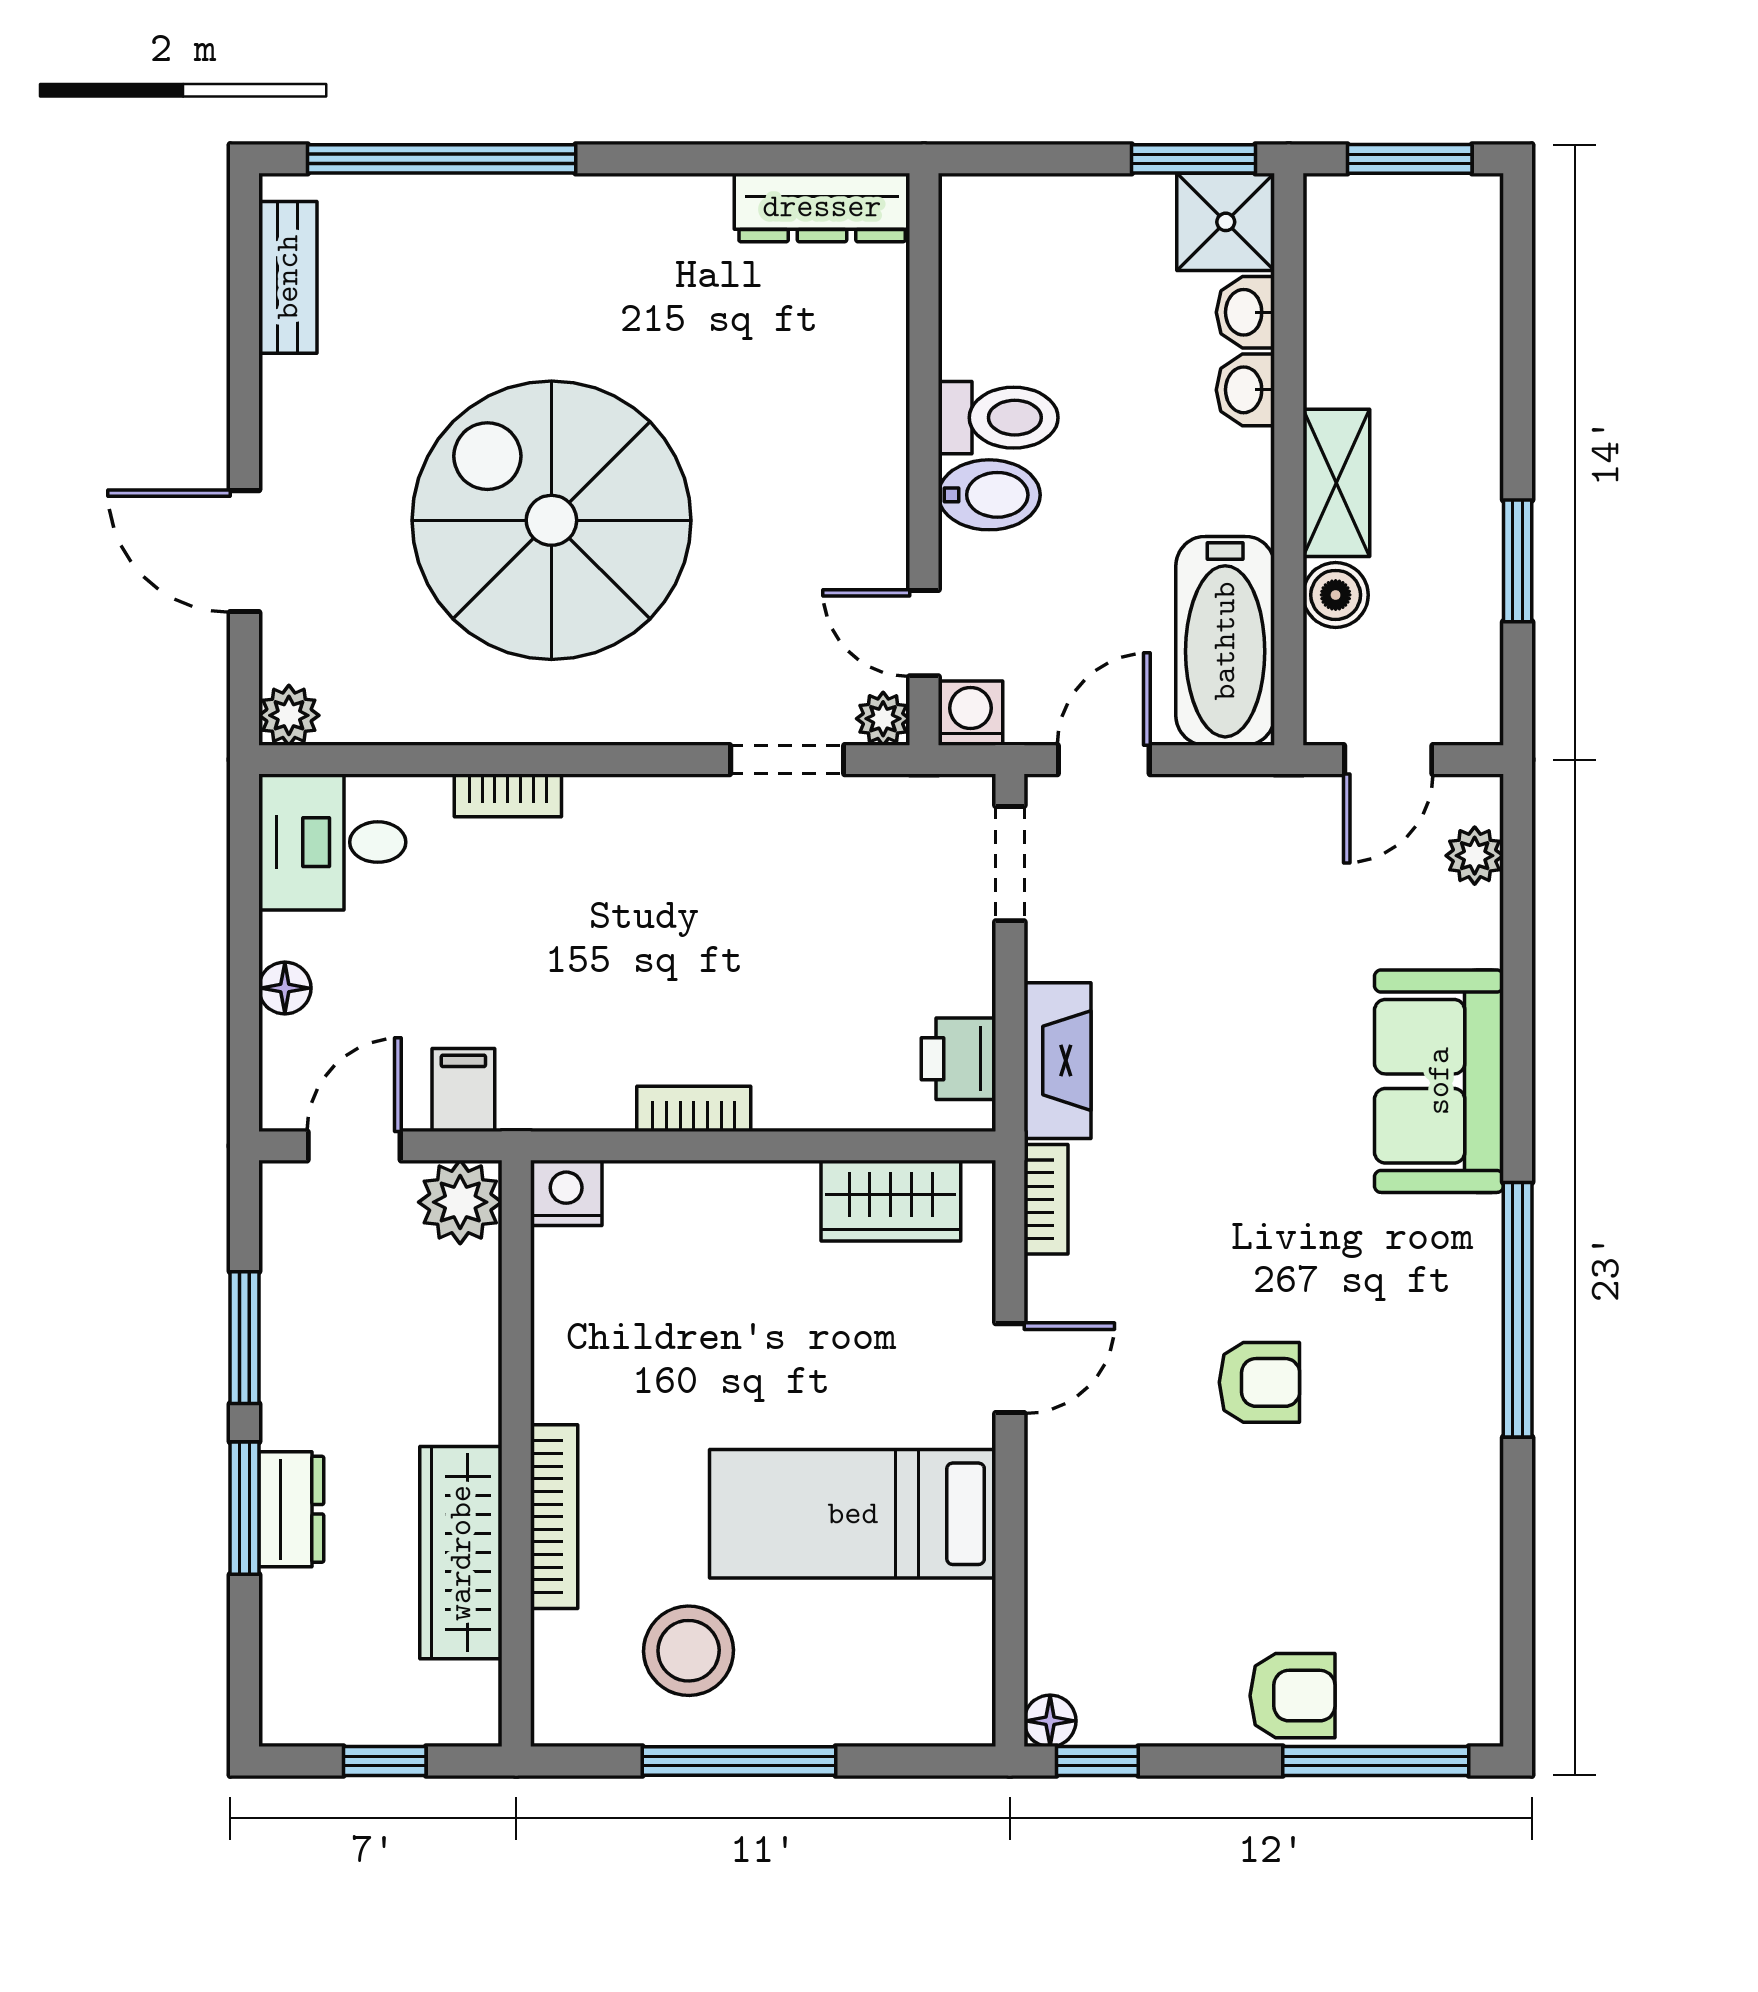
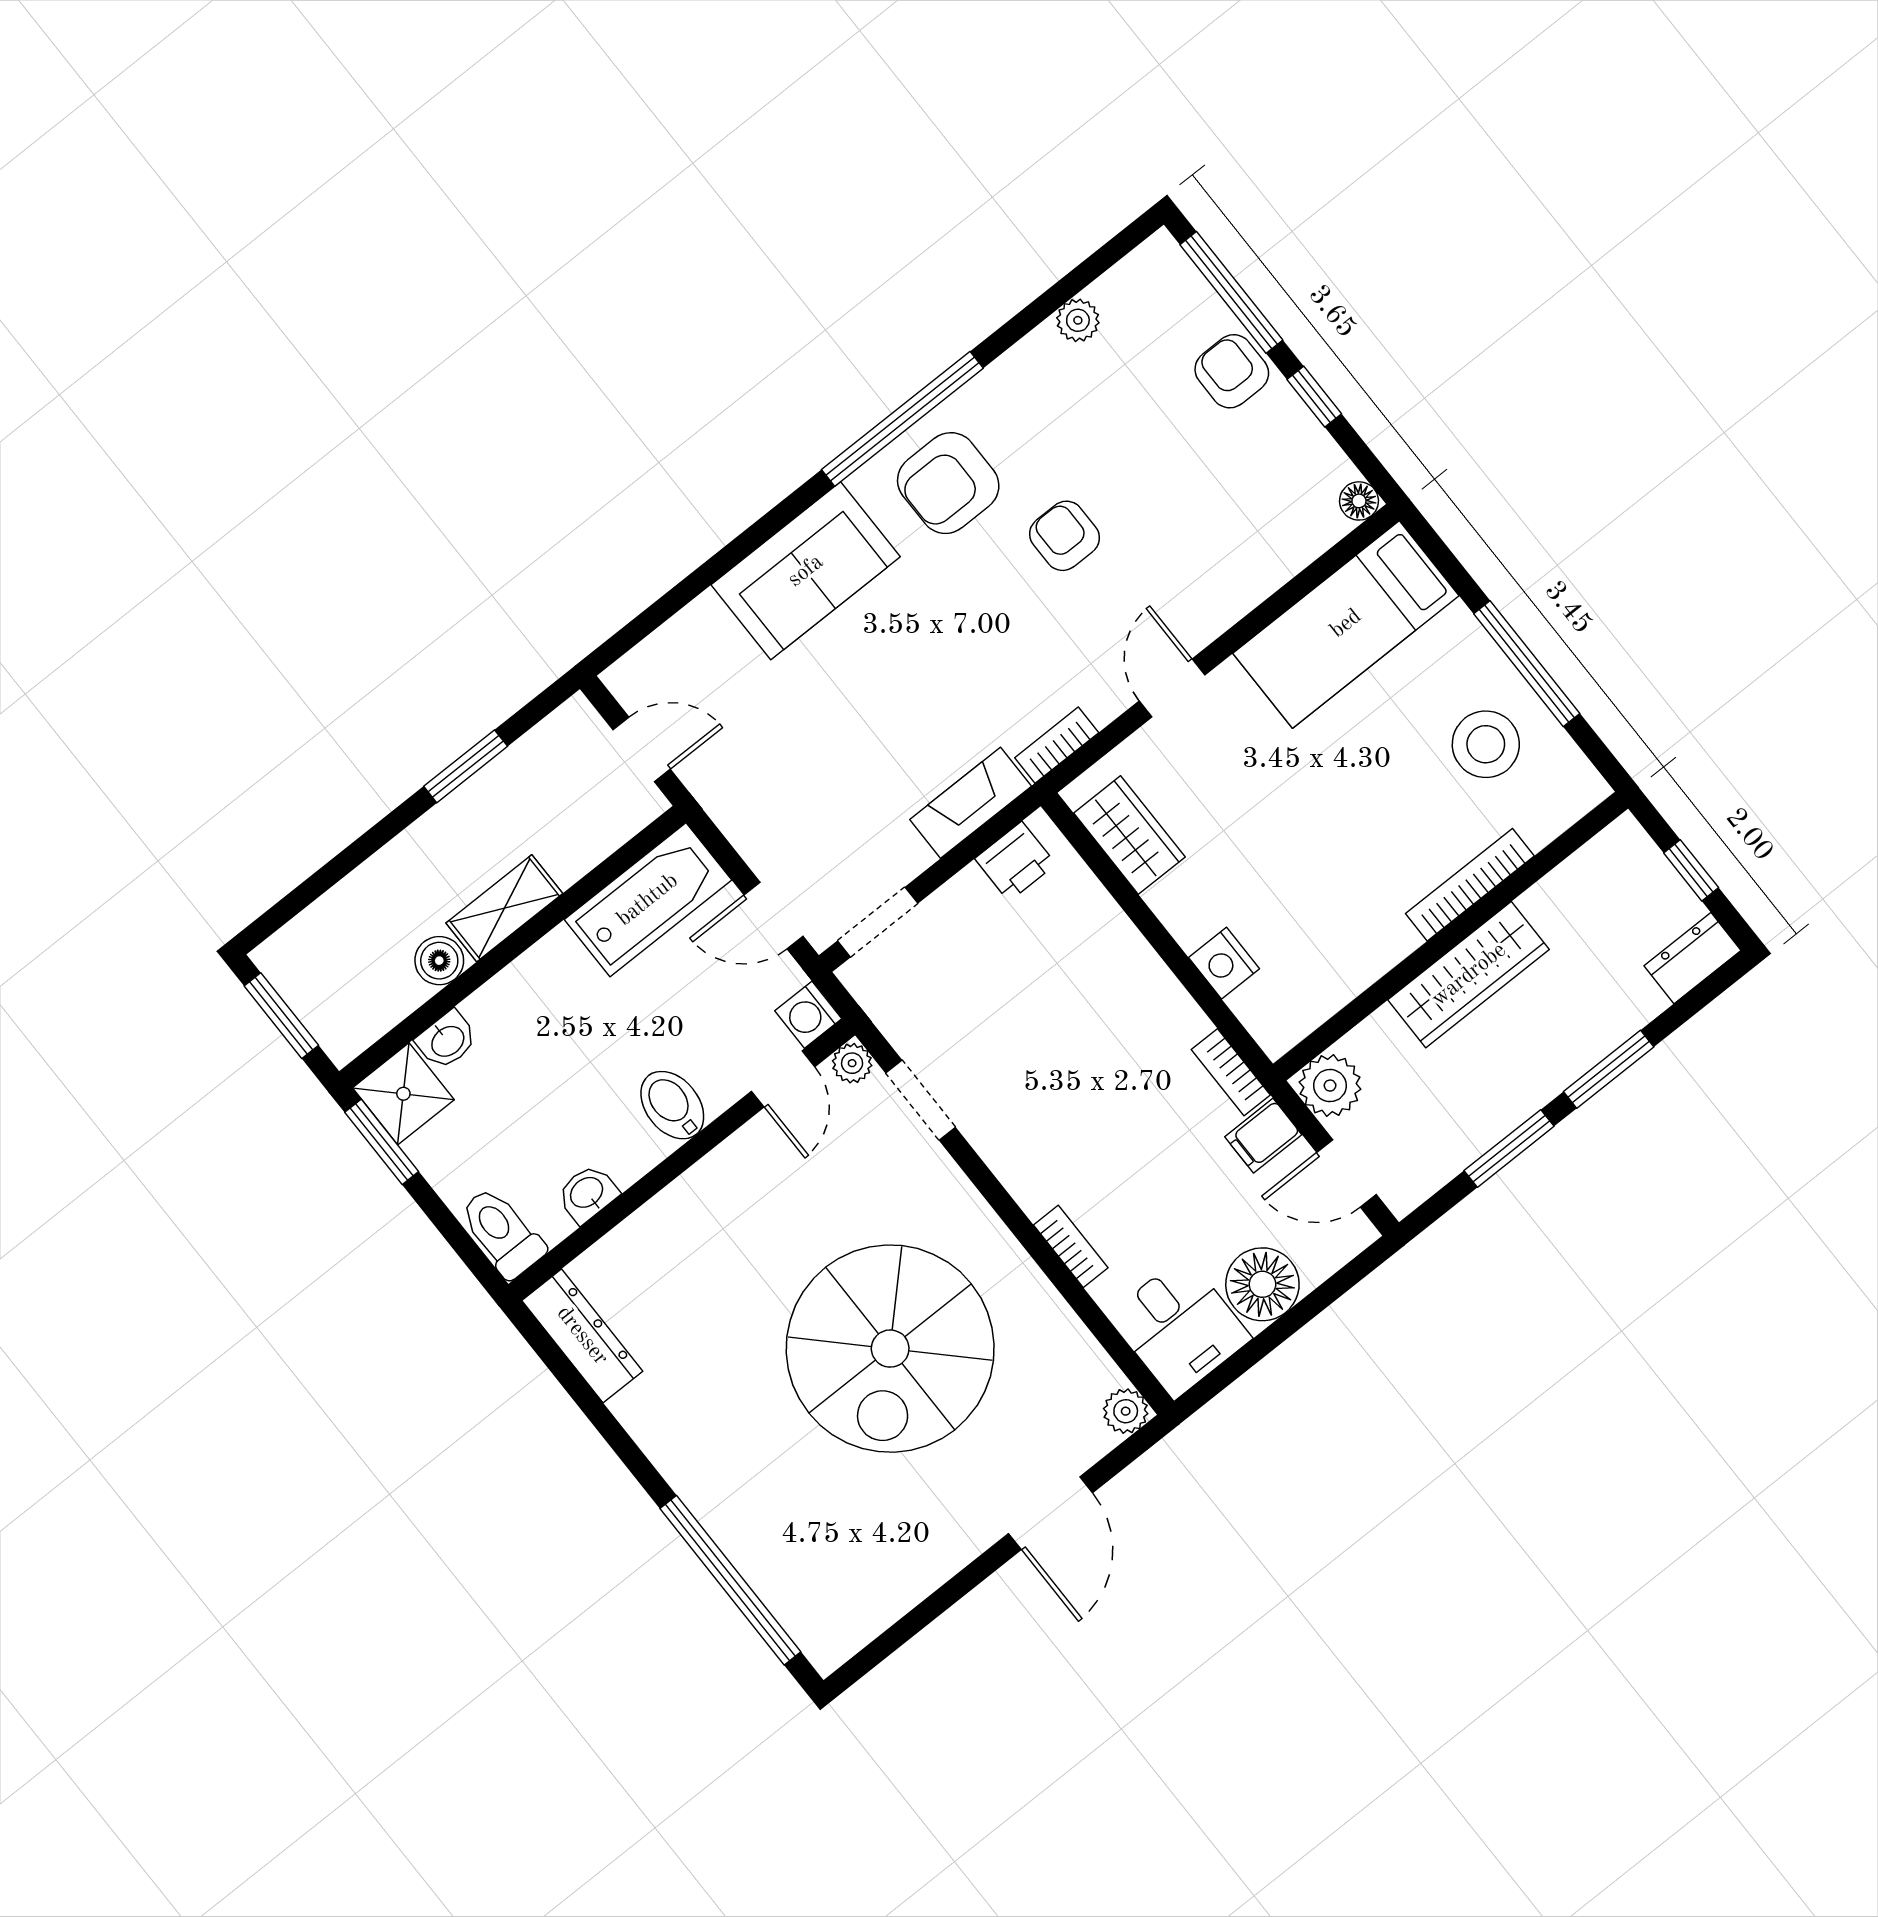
bench: (288, 277) -> (871, 1615), removed
washbasin: (1245, 390) -> (587, 1193), moved, turned 180
toilet: (998, 418) -> (502, 1232), moved
boiler: (1336, 595) -> (439, 961), moved
plant: (1475, 856) -> (1078, 320), moved
floor lamp: (285, 988) -> (1262, 1284), width x1.89, depth x1.89
bookcase: (694, 1109) -> (1231, 1072), moved
nightstand: (566, 1193) -> (1224, 963), moved
armchair: (1412, 1304) -> (948, 483), added
door: (1010, 1368) -> (1172, 688), hinge flipped
dresser: (291, 1509) -> (1692, 958), moved
bed: (853, 1514) -> (1346, 624), moved, turned 90
wardrobe: (461, 1553) -> (1469, 975), moved
window: (1097, 1761) -> (1314, 397), moved

